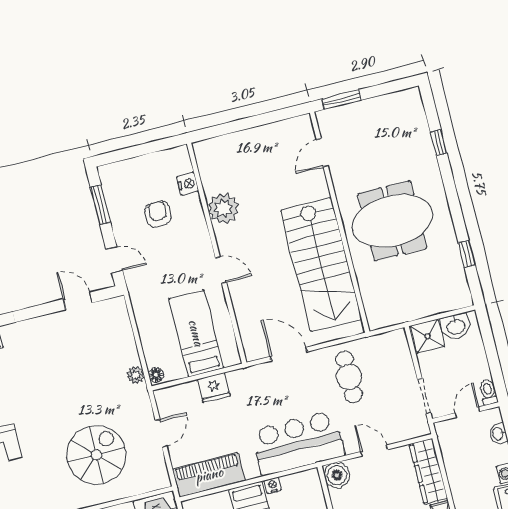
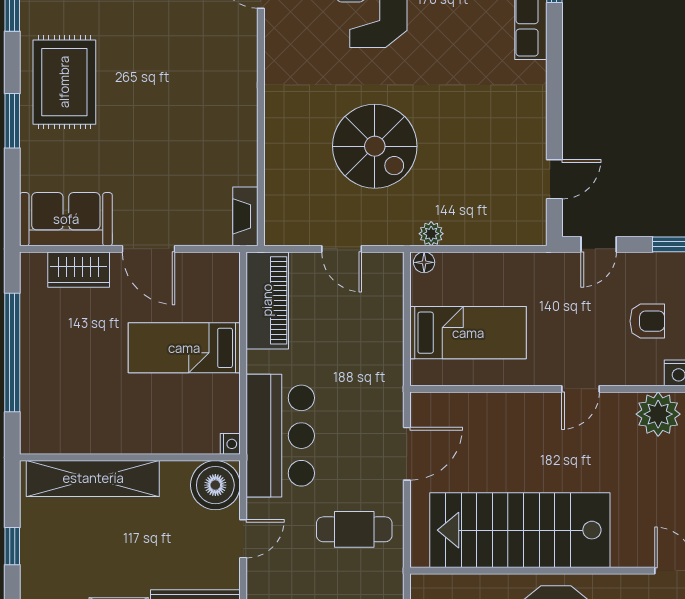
plant: (224, 209) -> (658, 414), moved
door: (221, 270) -> (581, 389), moved
fridge: (214, 388) -> (386, 338), removed
spiral stairs: (96, 455) -> (375, 146), moved
boiler: (337, 475) -> (215, 485), width x1.37, depth x1.37
nightstand: (273, 485) -> (230, 444), moved

